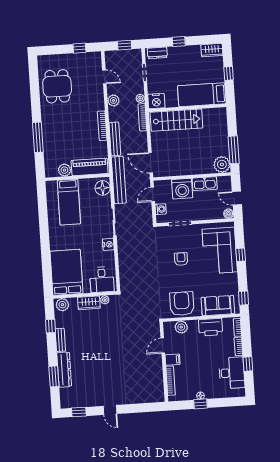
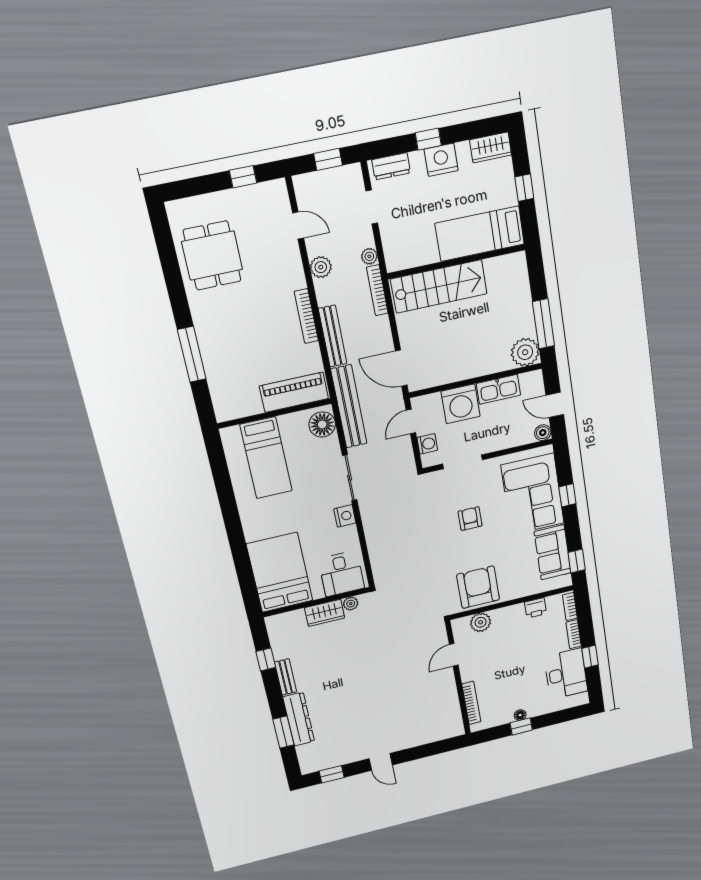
nightstand: (156, 101) -> (441, 160), moved, turned 180
plant: (64, 170) -> (250, 405), removed
plant: (62, 305) -> (281, 624), removed
sofa: (218, 306) -> (553, 552), moved, turned -90
printer: (211, 327) -> (535, 608), width x0.53, depth x0.68
filing cabinet: (173, 360) -> (471, 672), removed

